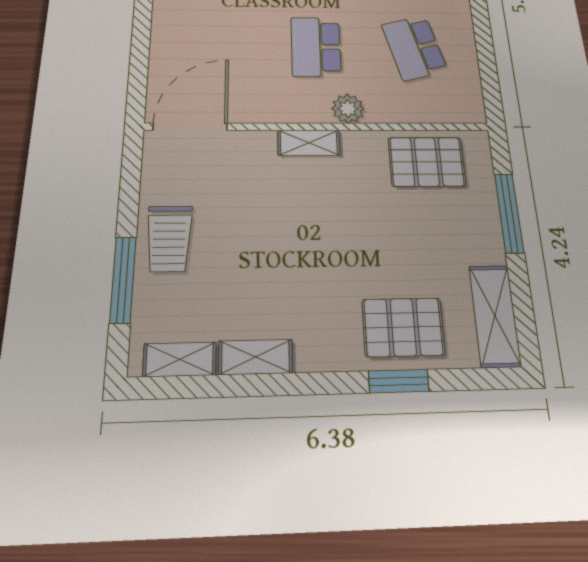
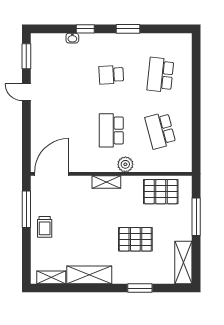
trolley: (169, 238) -> (45, 227), width x0.73, depth x0.72
window: (123, 279) -> (26, 209), moved
pallet: (403, 327) -> (135, 239), moved
shelving: (256, 357) -> (89, 275), width x1.50, depth x1.33

